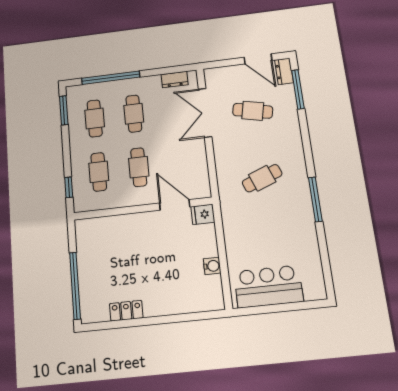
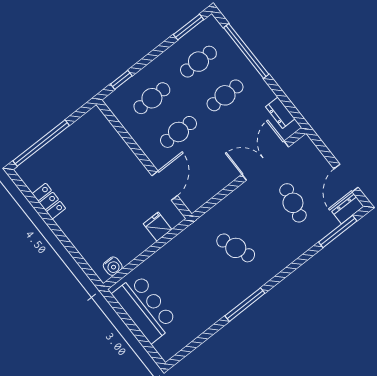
fridge: (203, 214) -> (158, 227), moved
water cooler: (212, 266) -> (113, 266), moved

